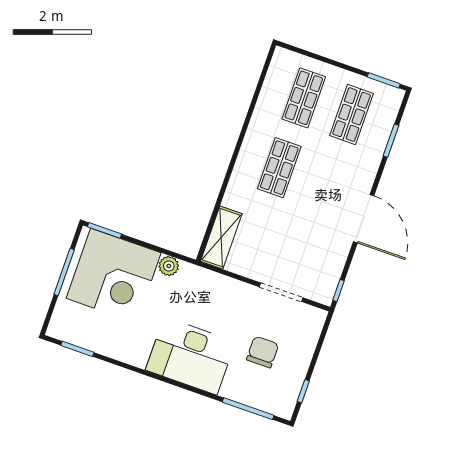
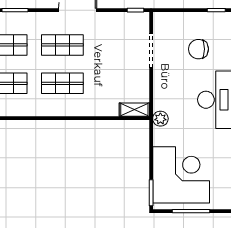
shop shelf: (327, 184) -> (62, 45), added
shelving: (221, 238) -> (134, 110), width x0.67, depth x0.75
plant: (169, 266) -> (160, 119), moved

